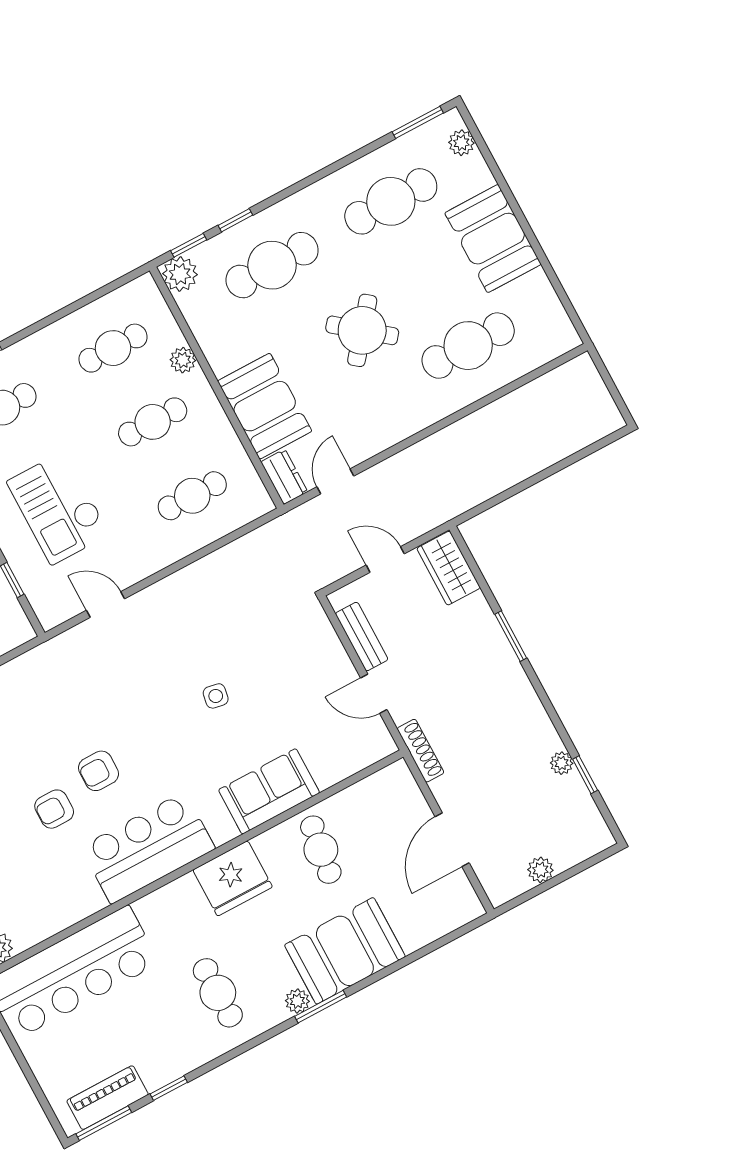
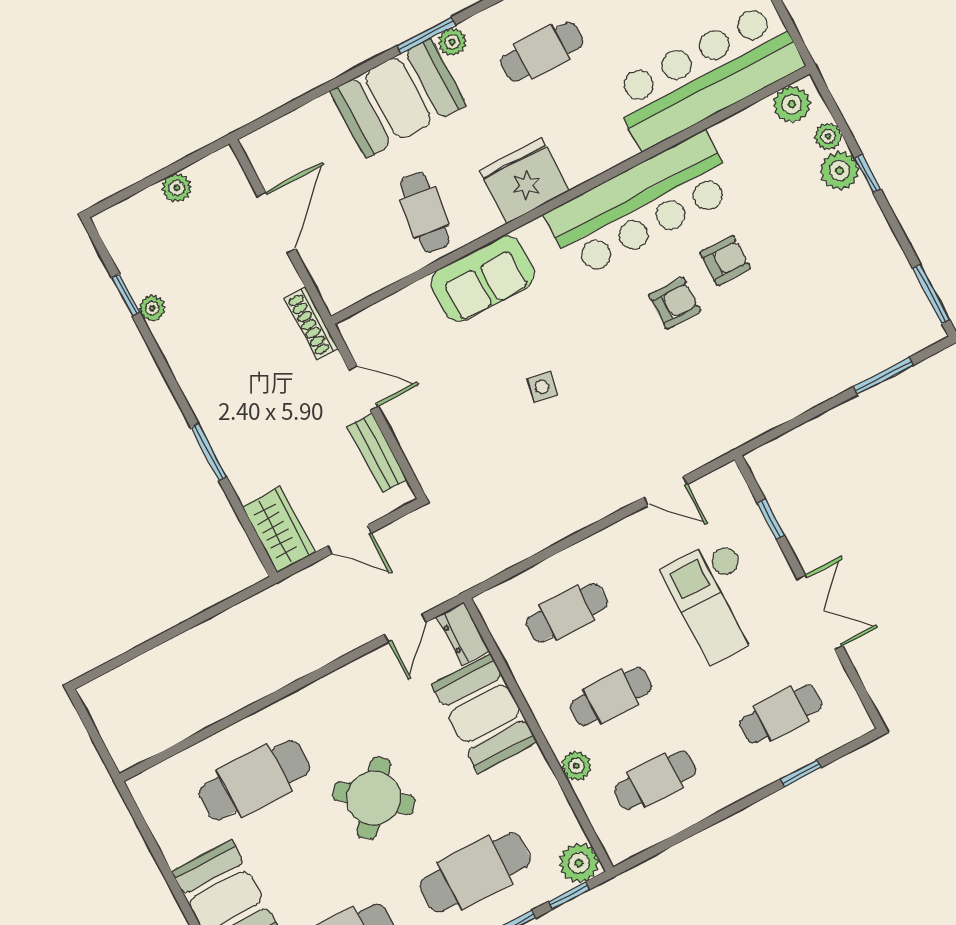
checkout: (58, 508) -> (718, 600), turned 180
bar counter: (148, 848) -> (641, 205), width x1.36
cafe table: (218, 993) -> (542, 52), turned 90

